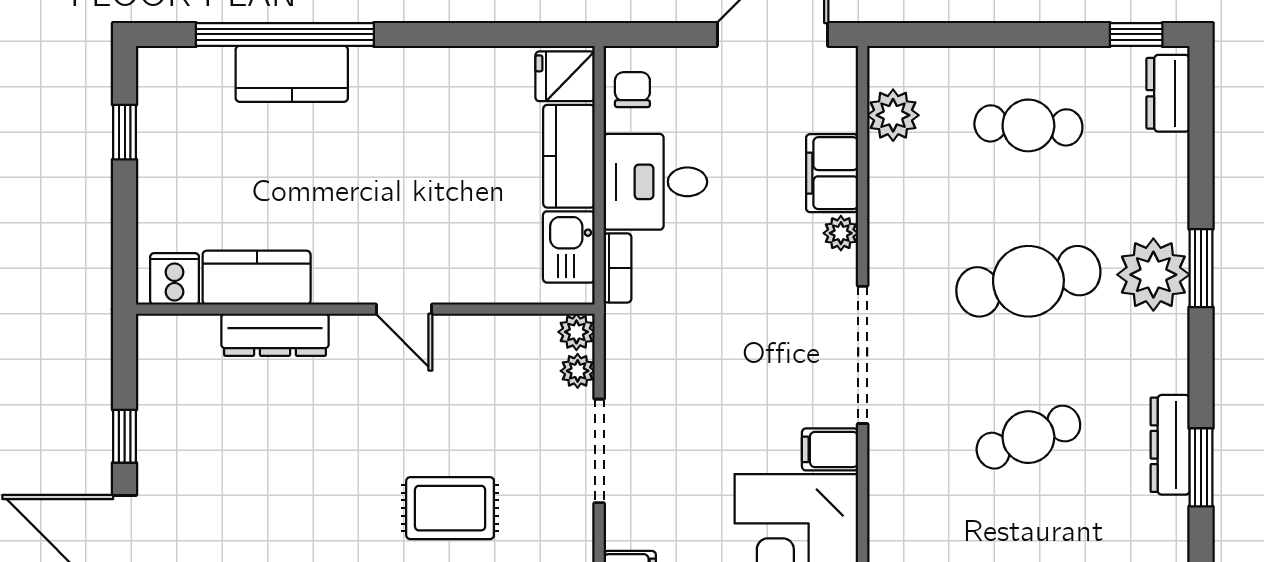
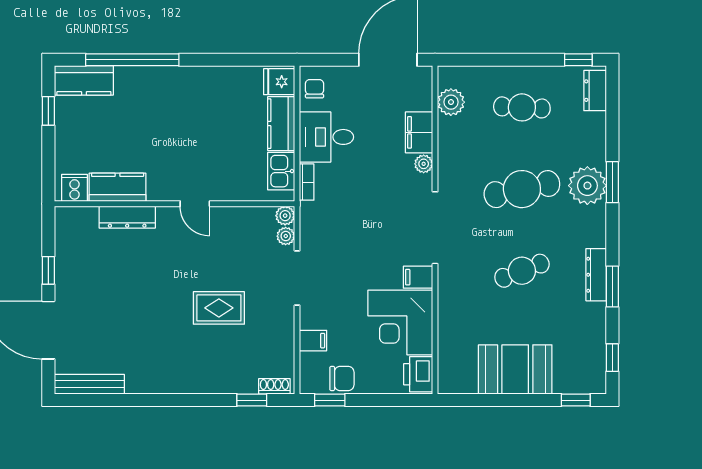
kitchen counter: (292, 74) -> (84, 80), moved

